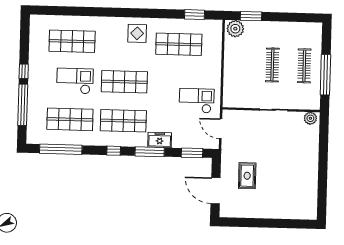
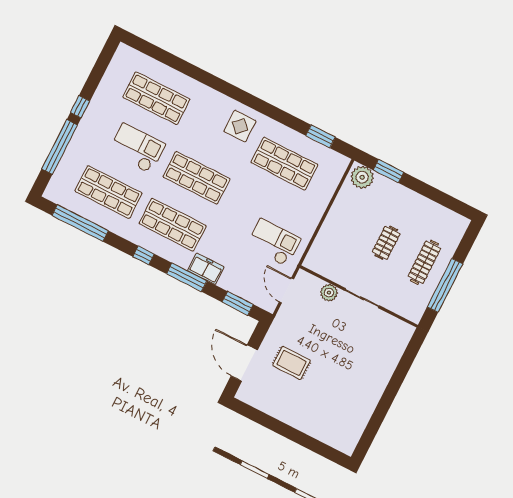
clothes rail: (272, 65) -> (386, 243), width x0.73
plant: (310, 118) -> (329, 293), moved
rug: (247, 176) -> (292, 363), turned 90

